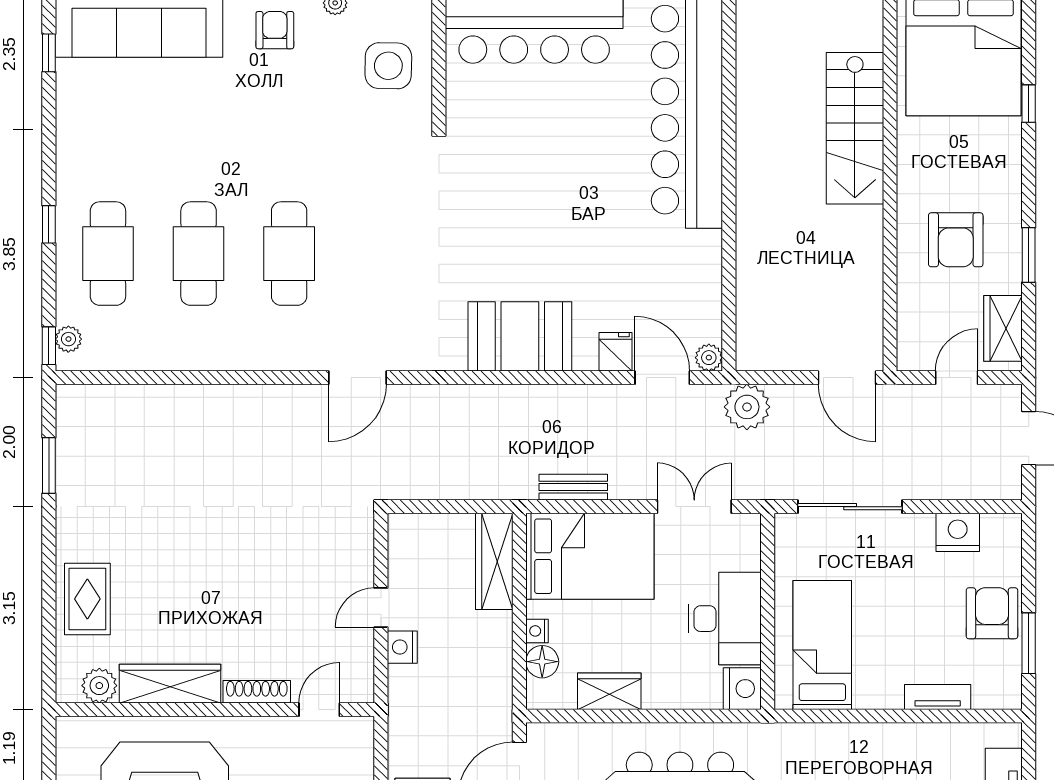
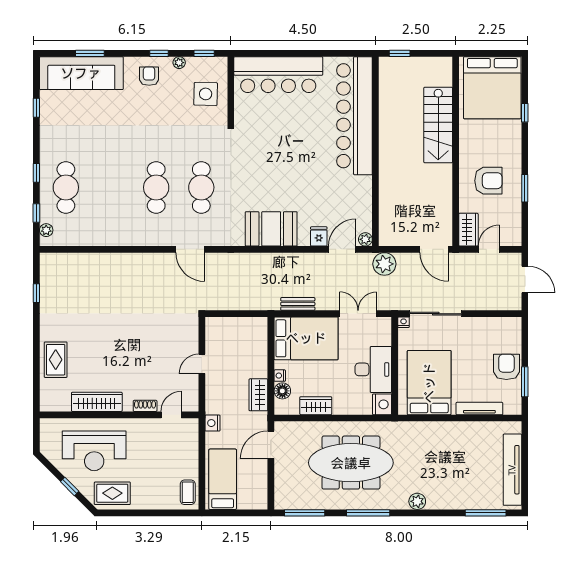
window: (49, 53) -> (36, 108), moved
armchair: (956, 240) -> (488, 181), turned -90
cafe table: (199, 254) -> (201, 187), moved
wardrobe: (1003, 328) -> (468, 230), moved, turned 180
window: (49, 346) -> (36, 213), moved
door: (357, 378) -> (190, 249), hinge flipped
door: (662, 378) -> (342, 249), hinge flipped
window: (49, 466) -> (36, 293), width x0.67
nightstand: (958, 532) -> (404, 322), moved, width x0.53, depth x0.56
wardrobe: (494, 561) -> (258, 395), moved, width x0.67
bed: (822, 645) -> (429, 383), width x1.50
nightstand: (402, 647) -> (213, 423), moved
plant: (99, 686) -> (62, 403), removed
shoe rack: (257, 692) -> (145, 406), width x0.70
tv unit: (938, 697) -> (479, 409), width x1.41

